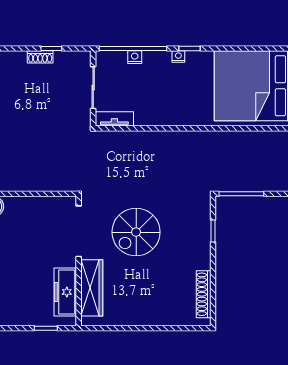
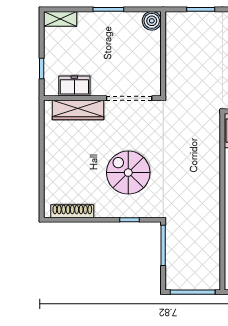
spiral stairs: (136, 232) -> (128, 173), moved
freezer: (65, 292) -> (74, 86), width x0.71

